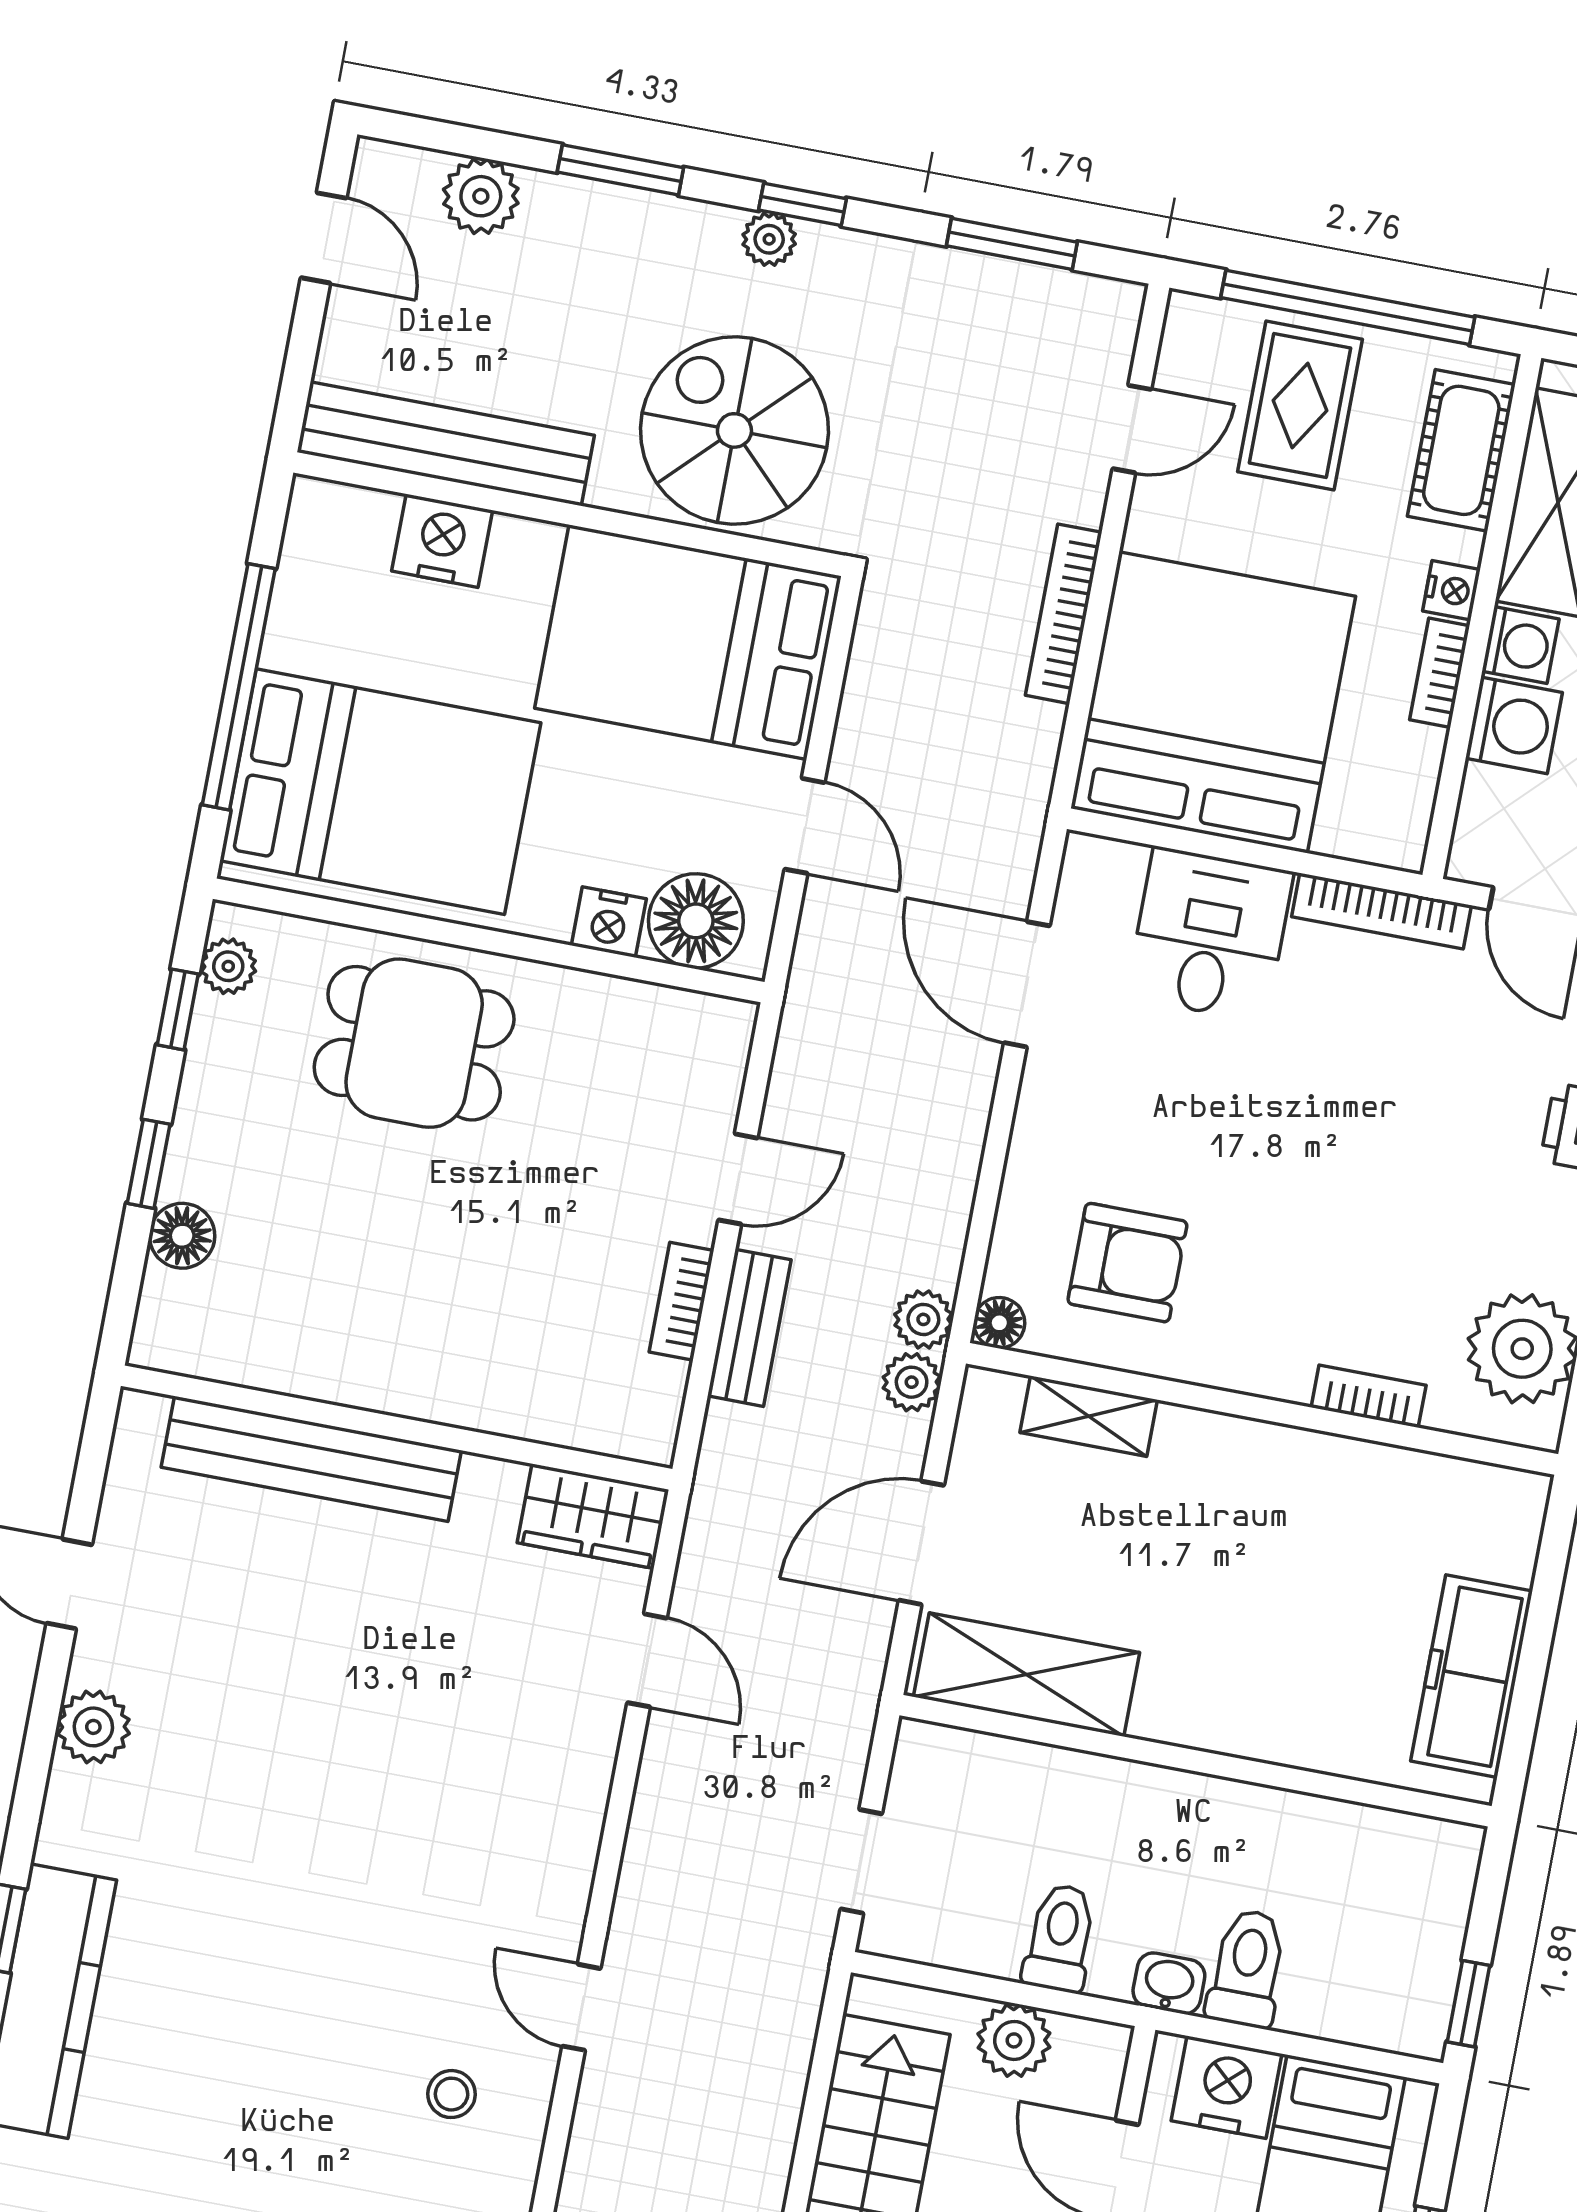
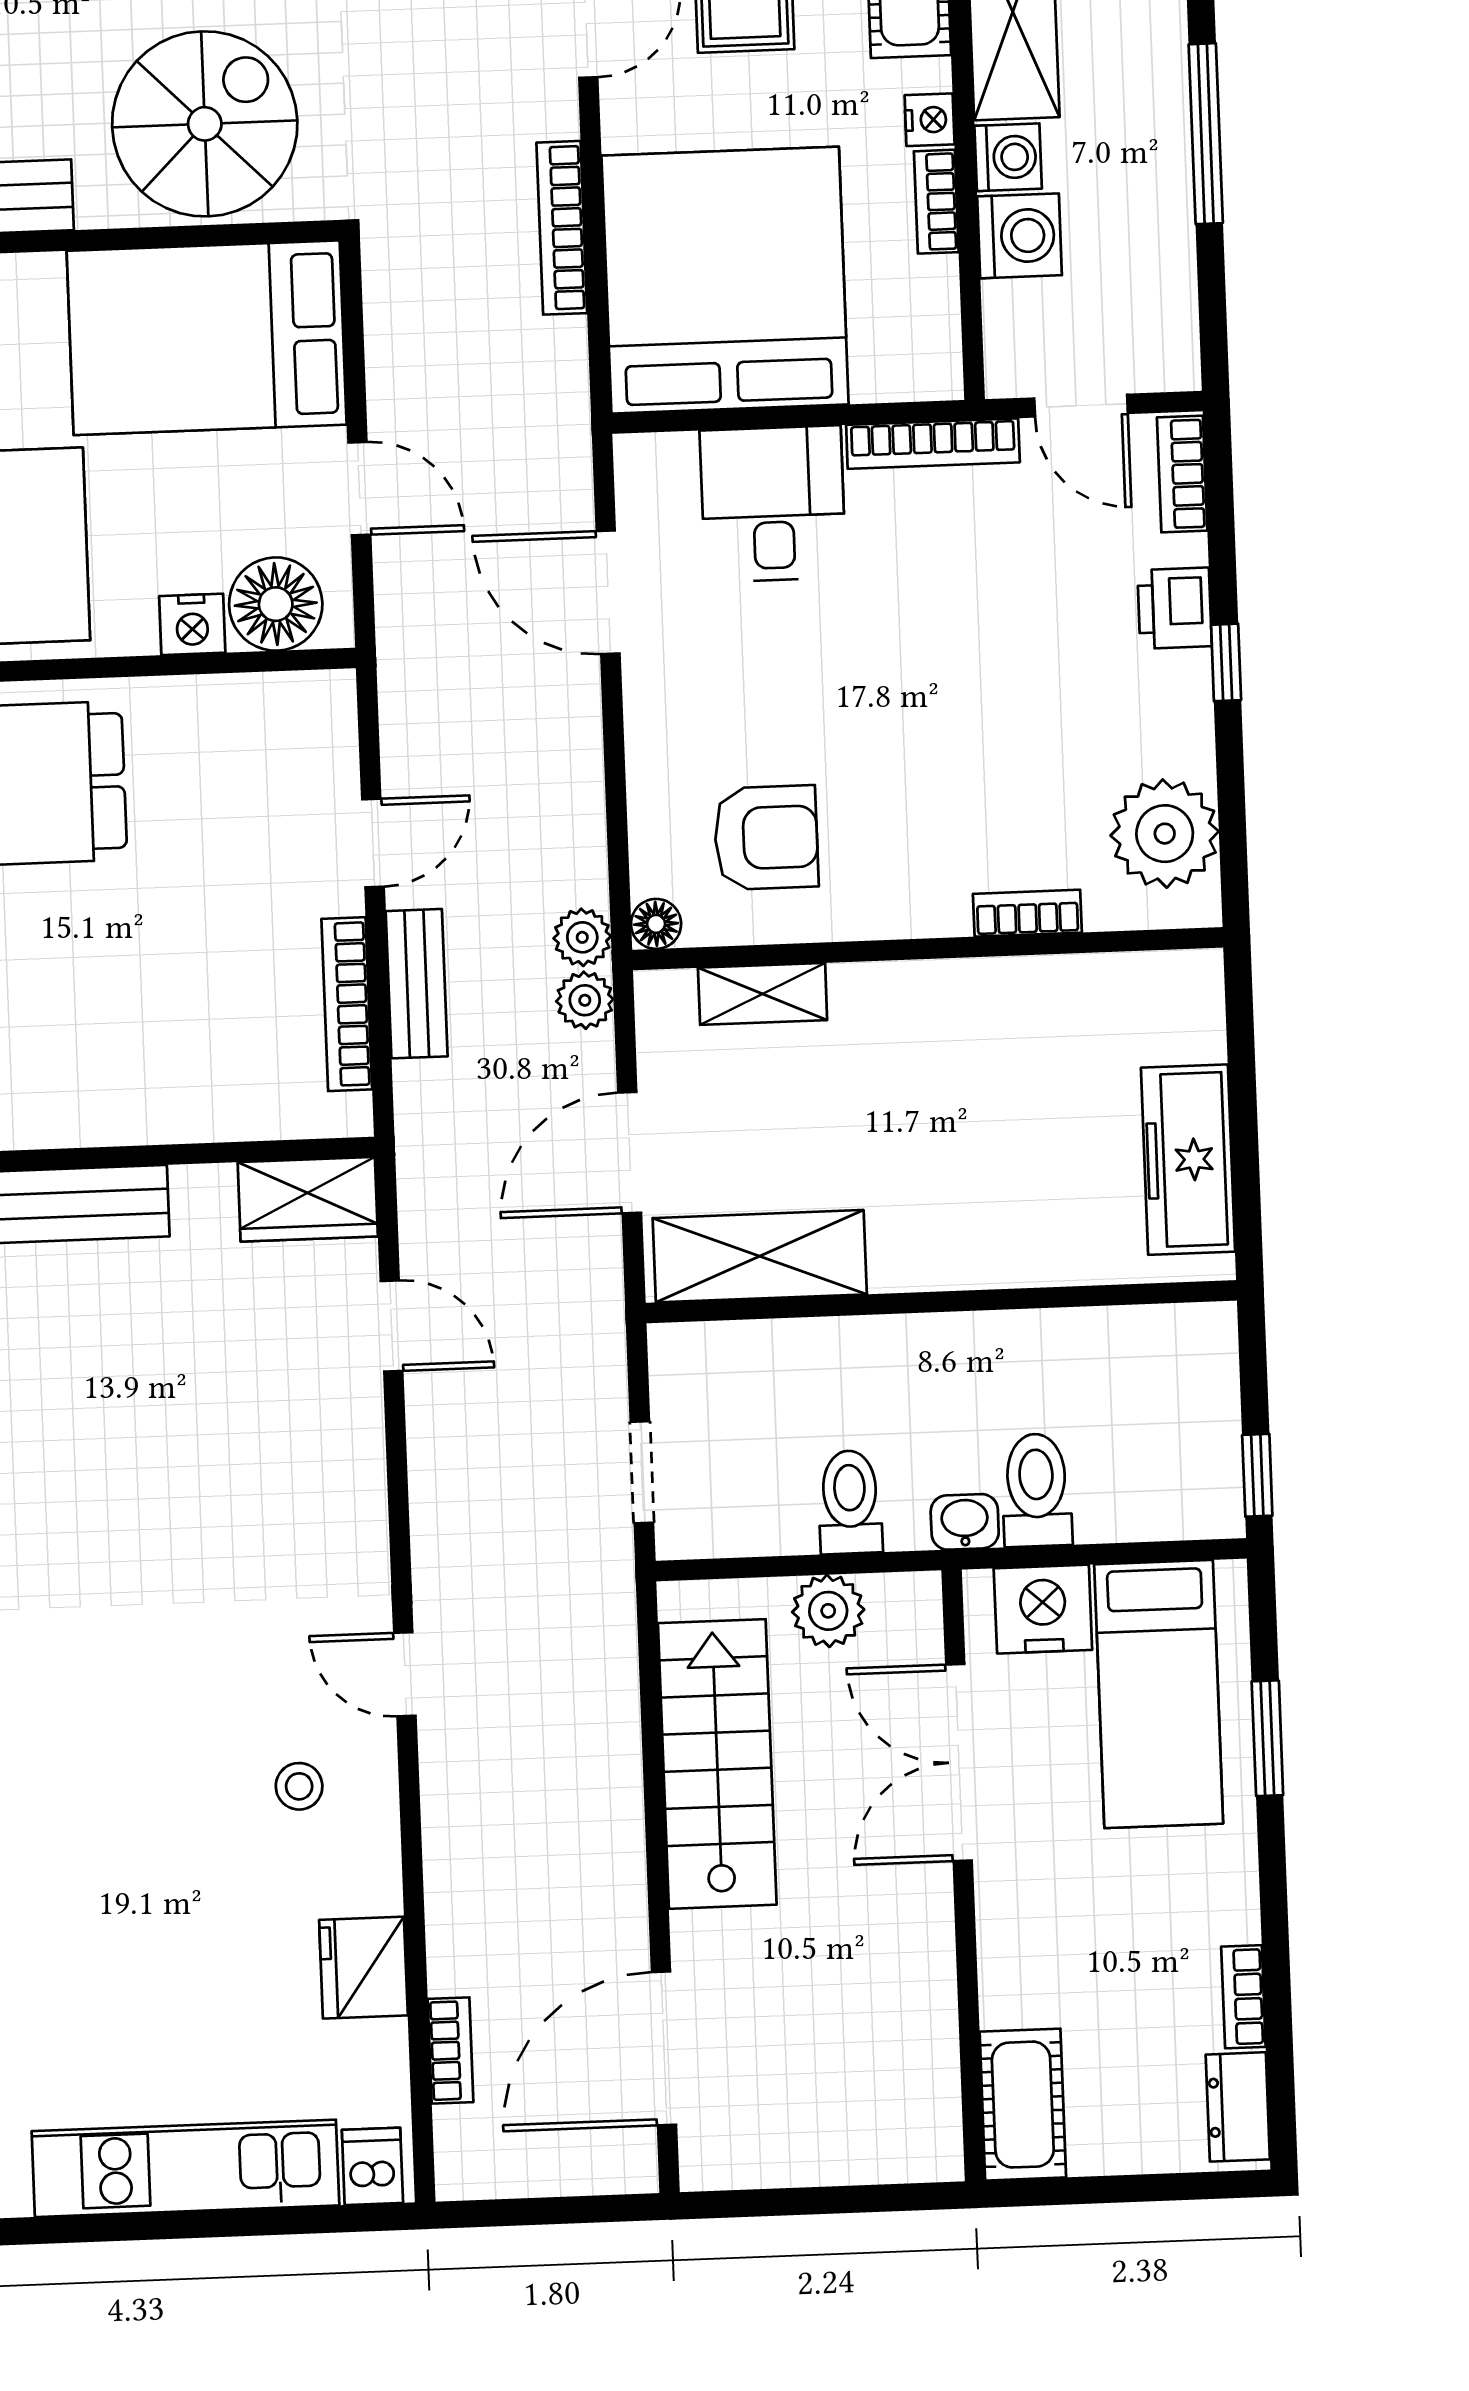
spiral stairs: (734, 430) -> (205, 124), turned 90
bookcase: (681, 1301) -> (347, 1004), width x1.56

